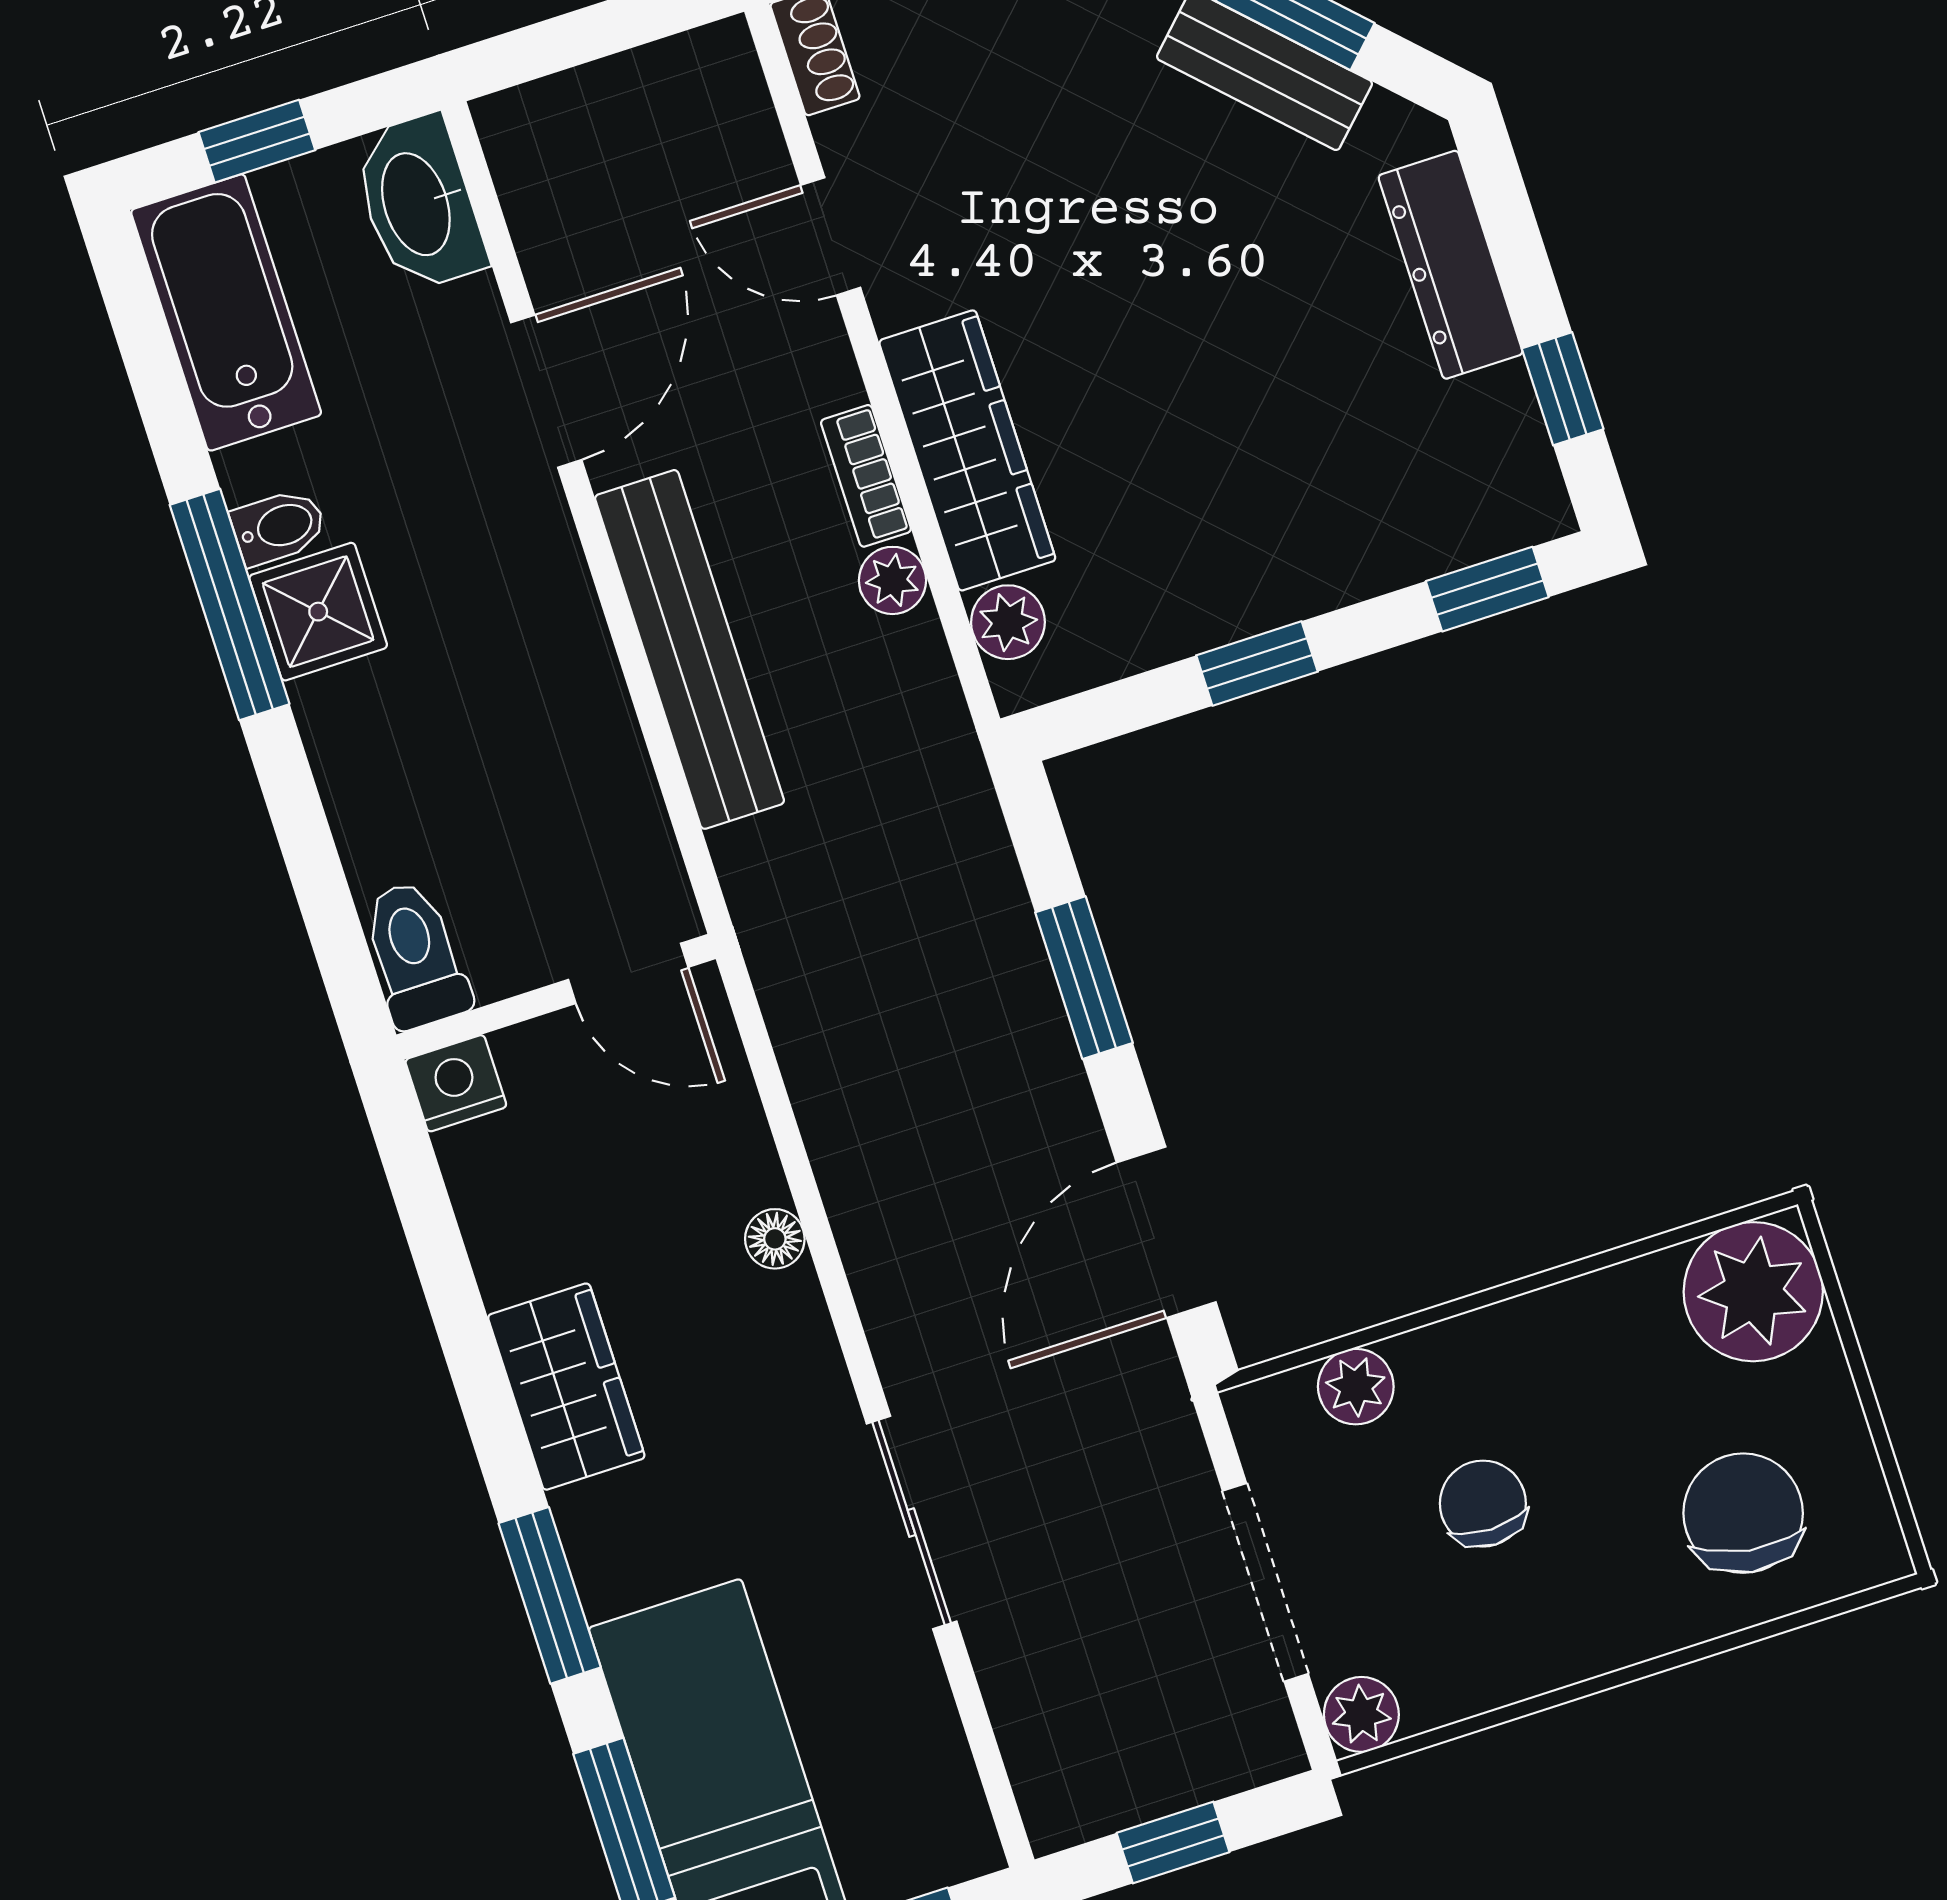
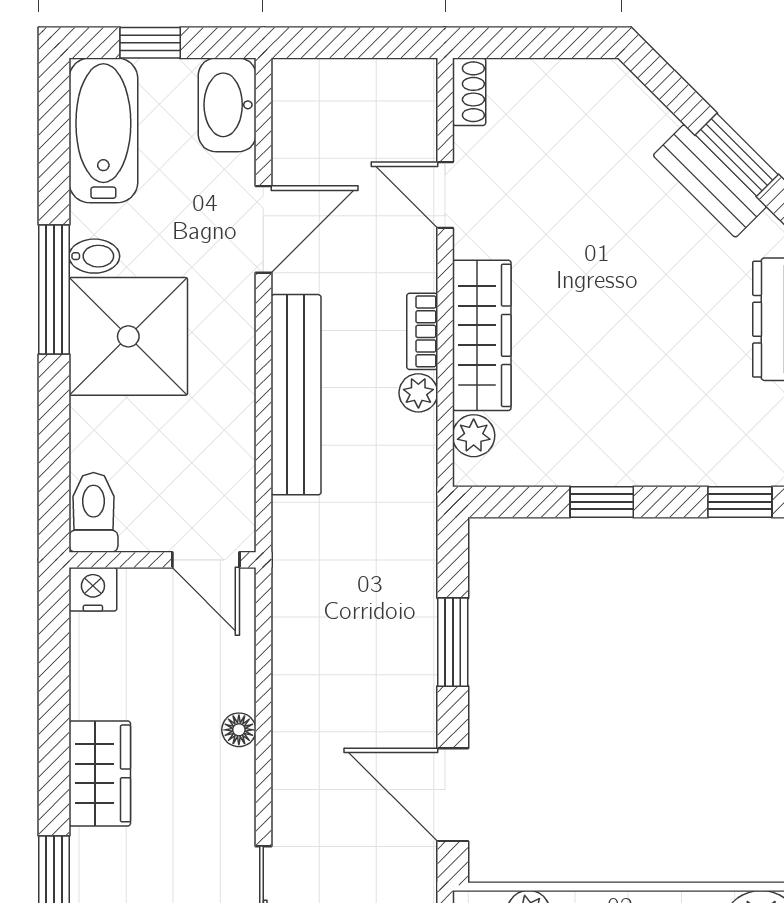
shower: (318, 612) -> (128, 336), width x1.86, depth x1.86
door: (1166, 1232) -> (453, 795), hinge flipped

